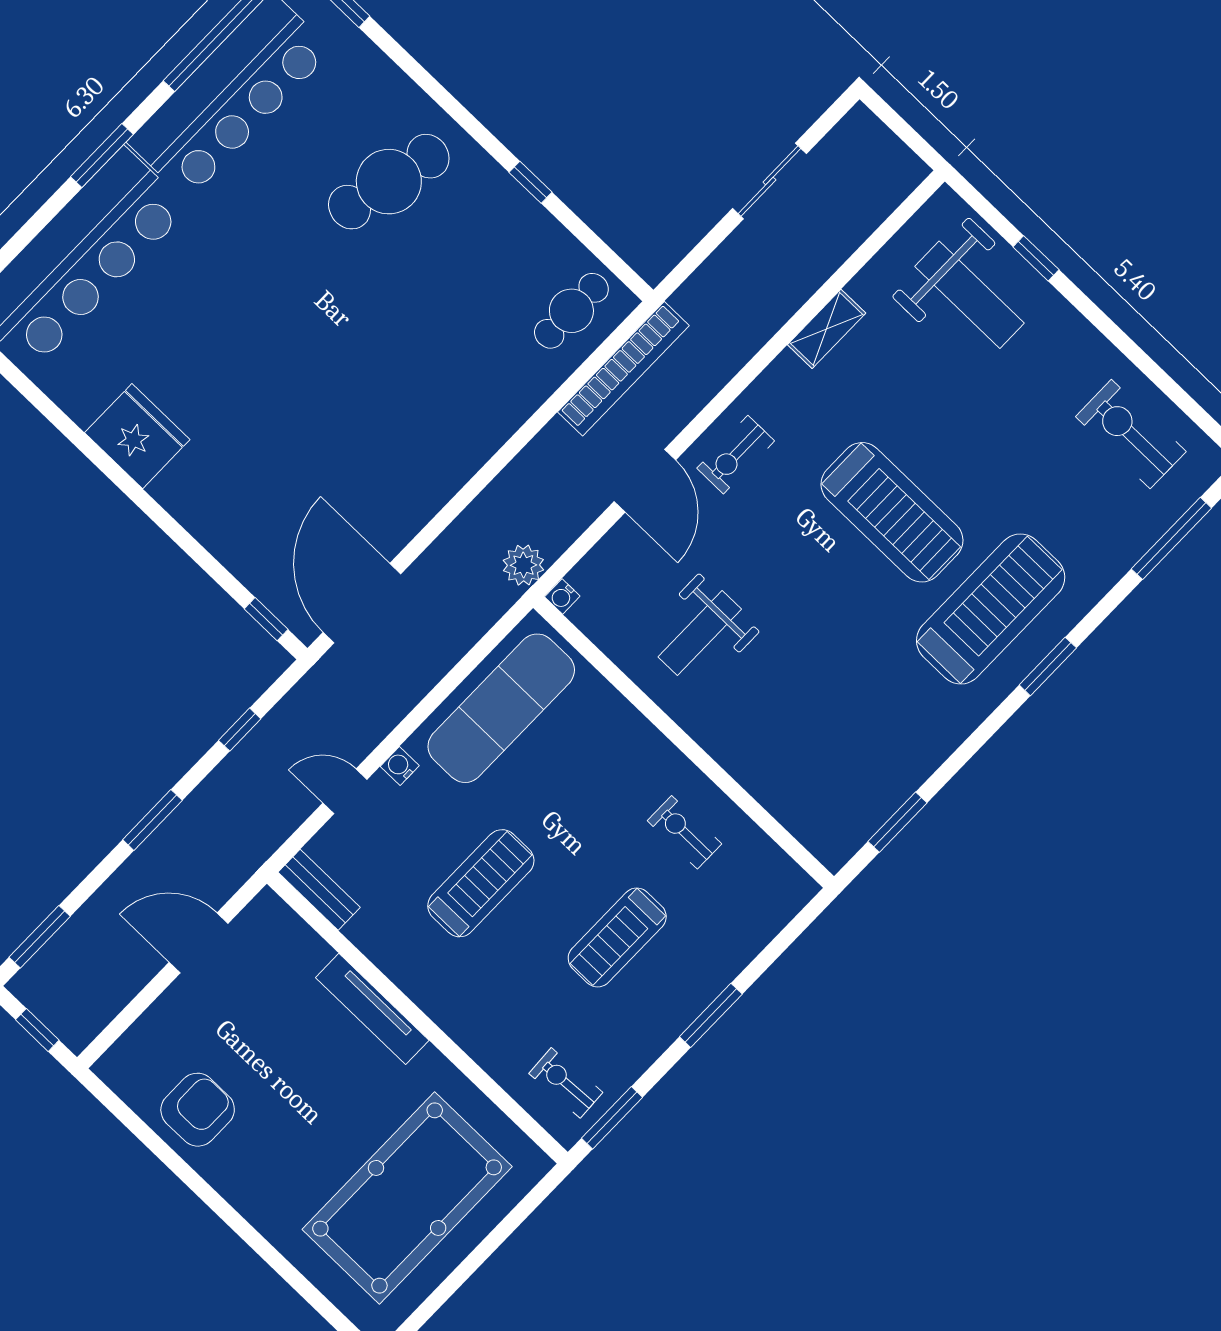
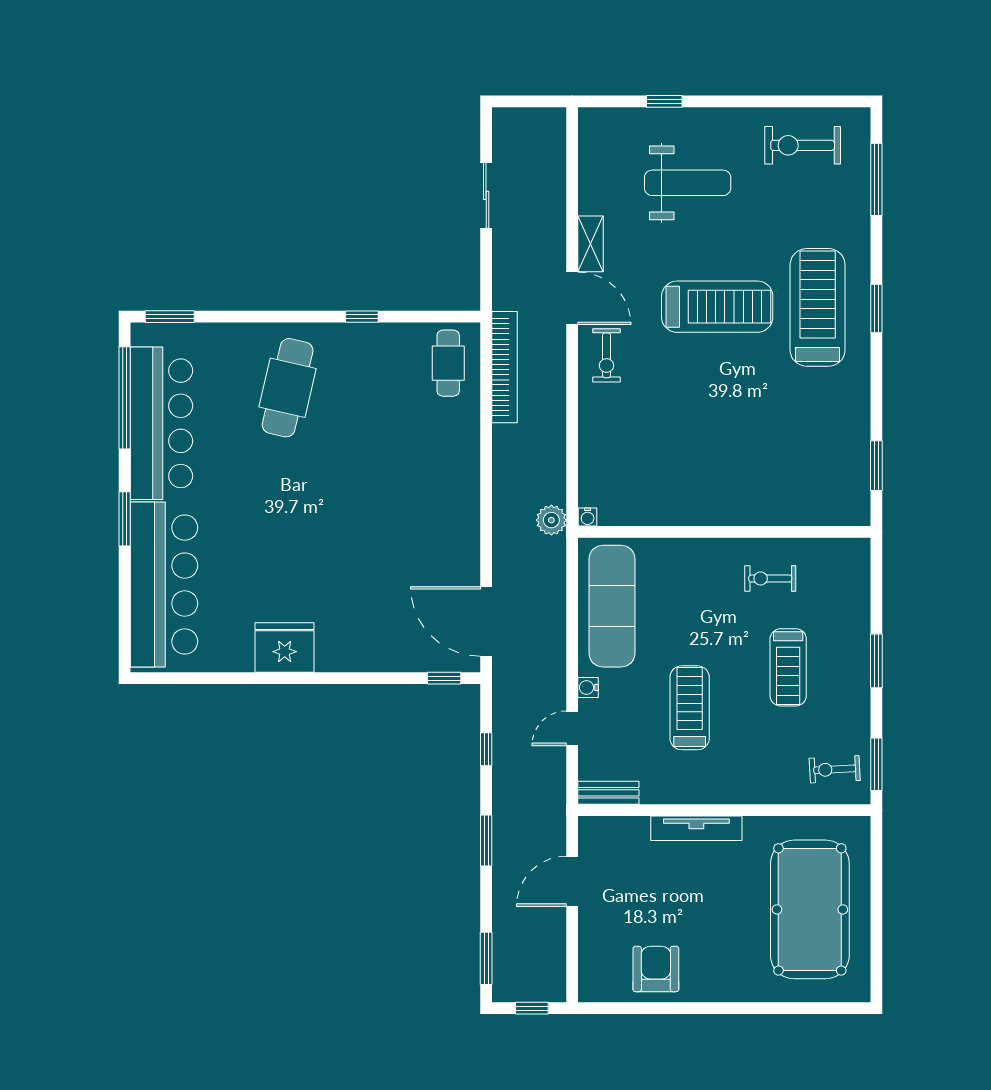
weight bench: (969, 295) -> (688, 183), moved
door: (645, 481) -> (572, 298), moved
weight bench: (700, 633) -> (678, 467), removed

